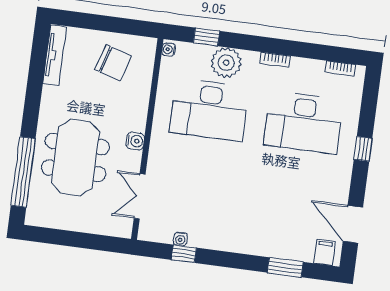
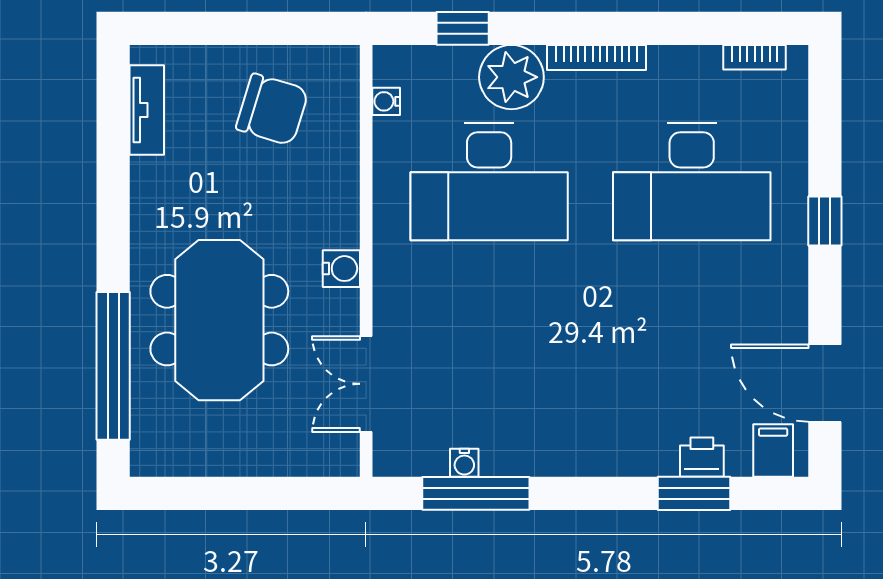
water cooler: (169, 50) -> (386, 101), moved
tv unit: (55, 55) -> (147, 110), width x0.71
bookcase: (275, 60) -> (596, 57), width x1.56
printer: (291, 251) -> (702, 457), added
window: (184, 254) -> (476, 493), width x2.17

